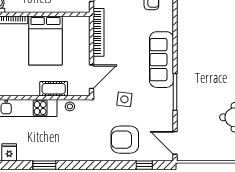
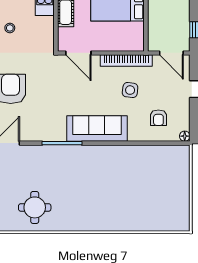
side table: (124, 99) -> (130, 90), moved
stool: (70, 106) -> (10, 28), moved

